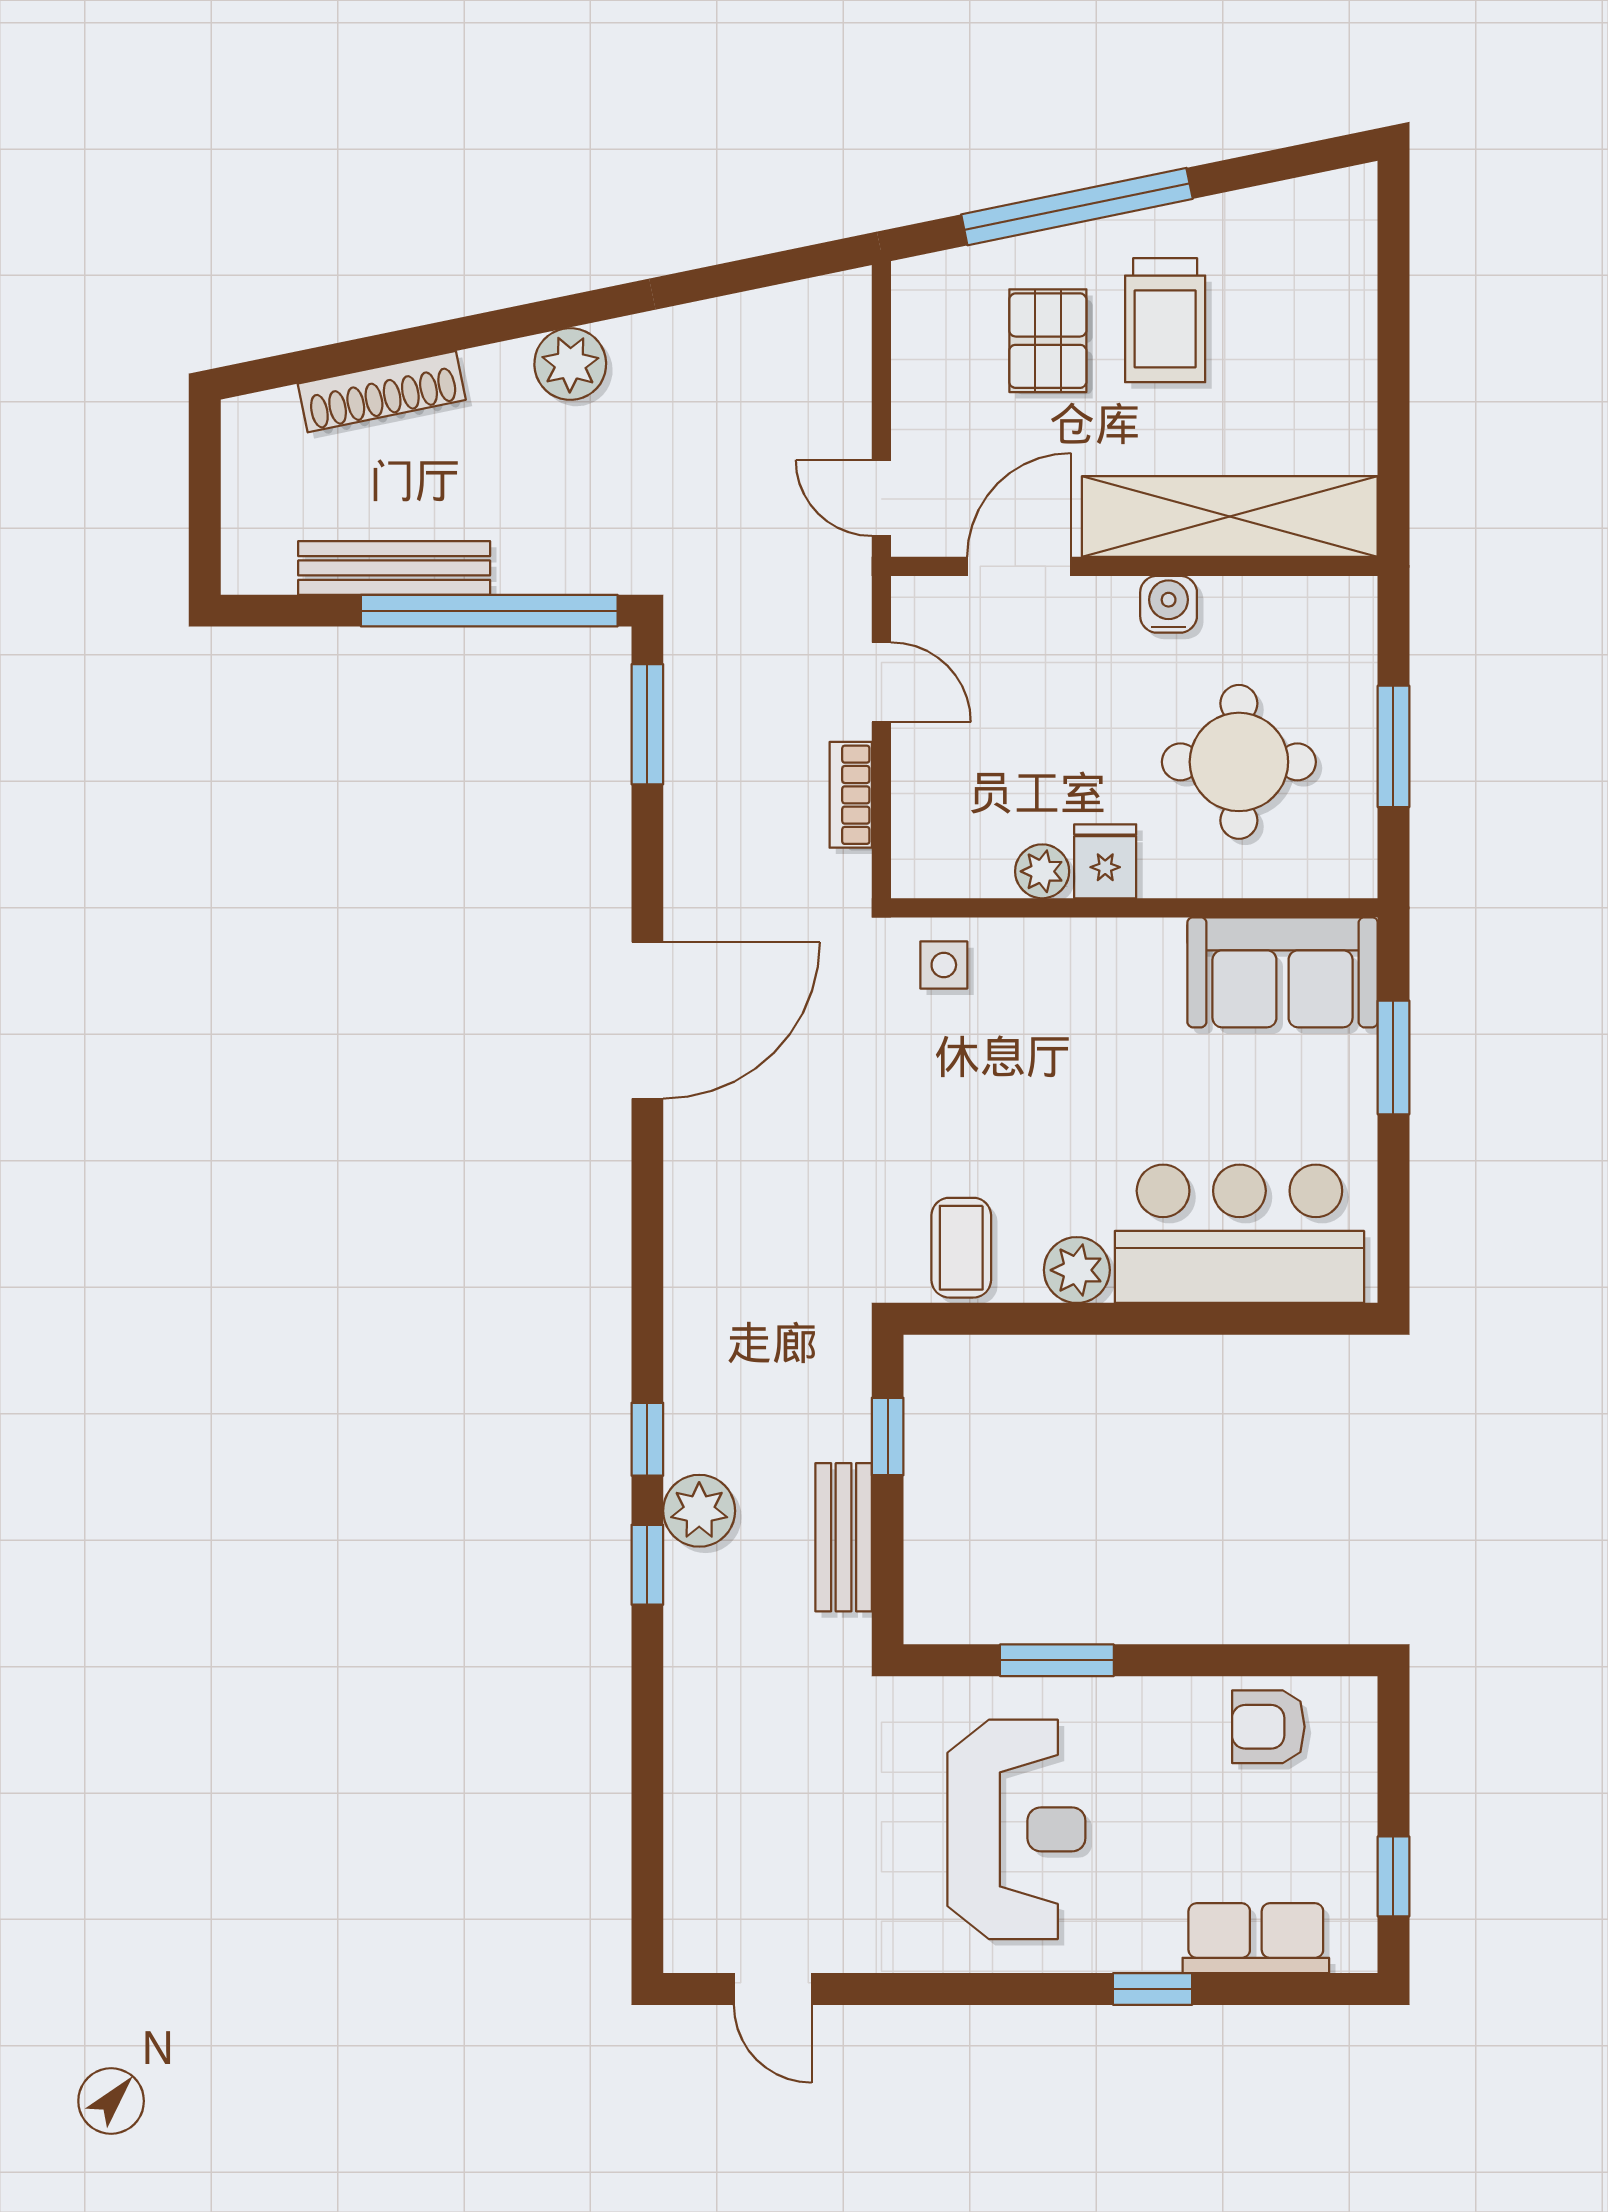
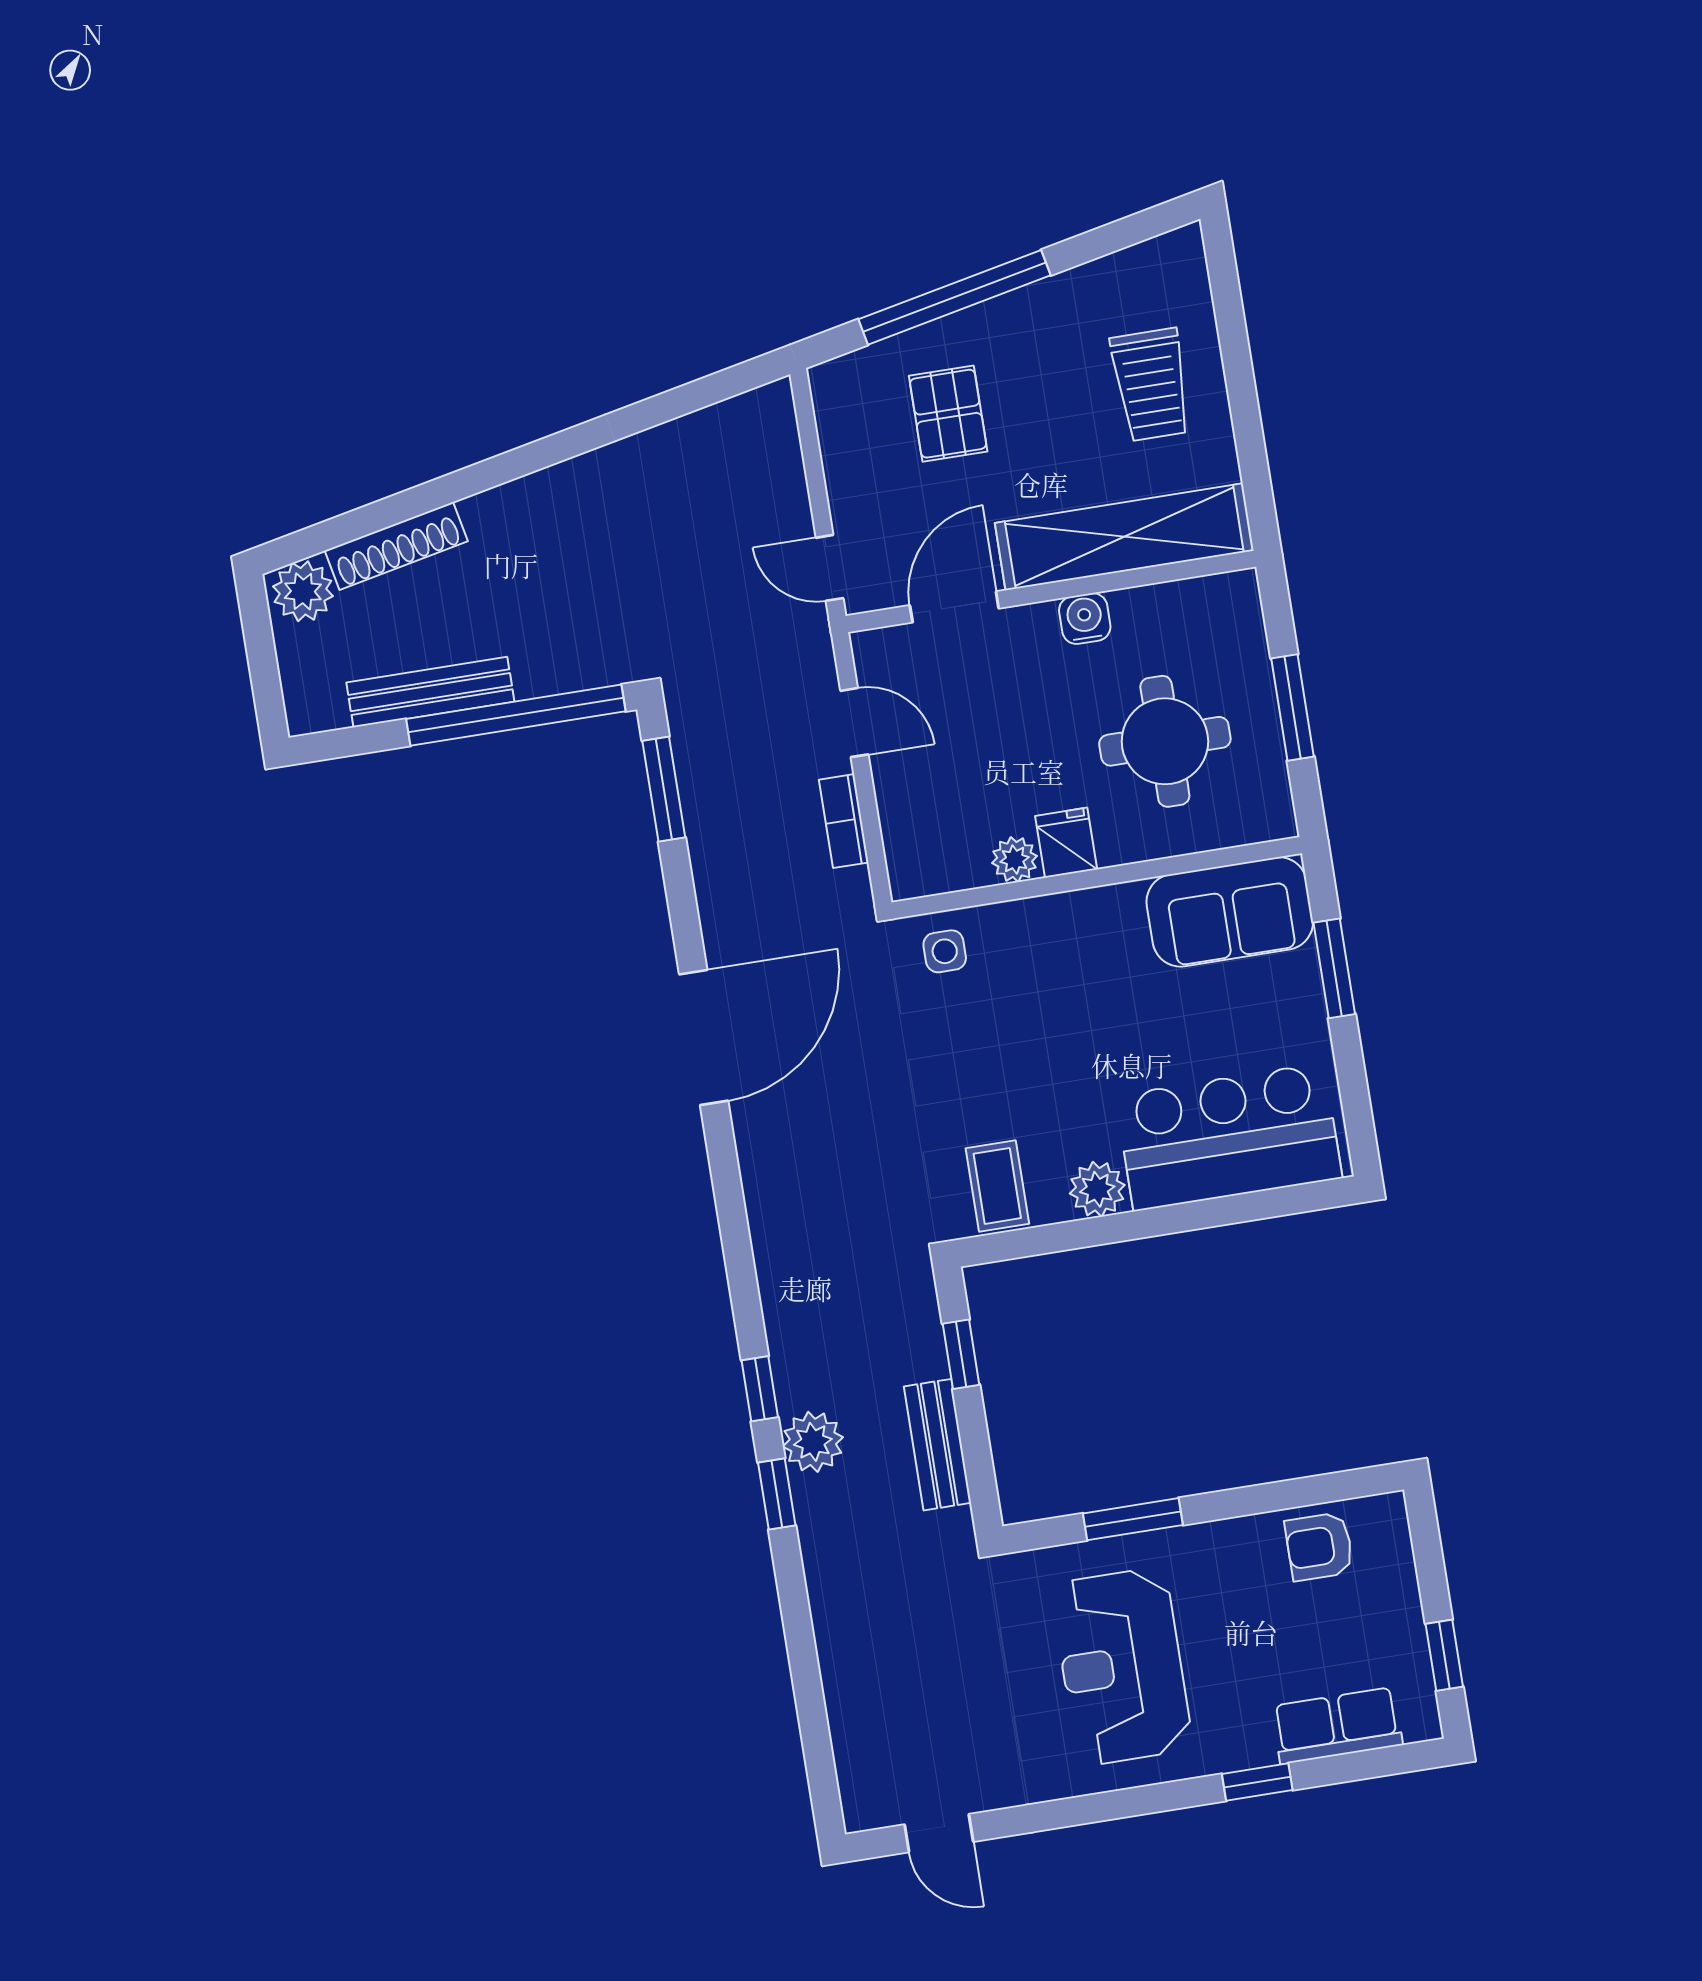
trolley: (1165, 320) -> (1151, 385), moved
plant: (570, 364) -> (303, 591), moved
reception desk: (1016, 1829) -> (1122, 1666), turned 180

